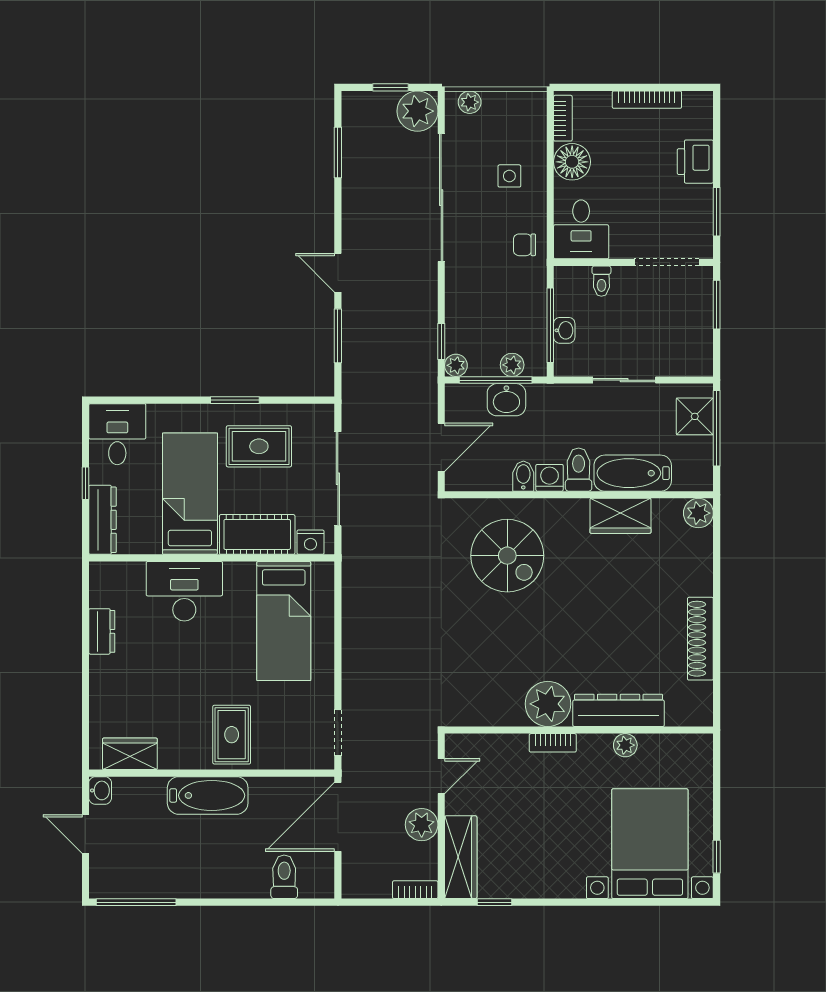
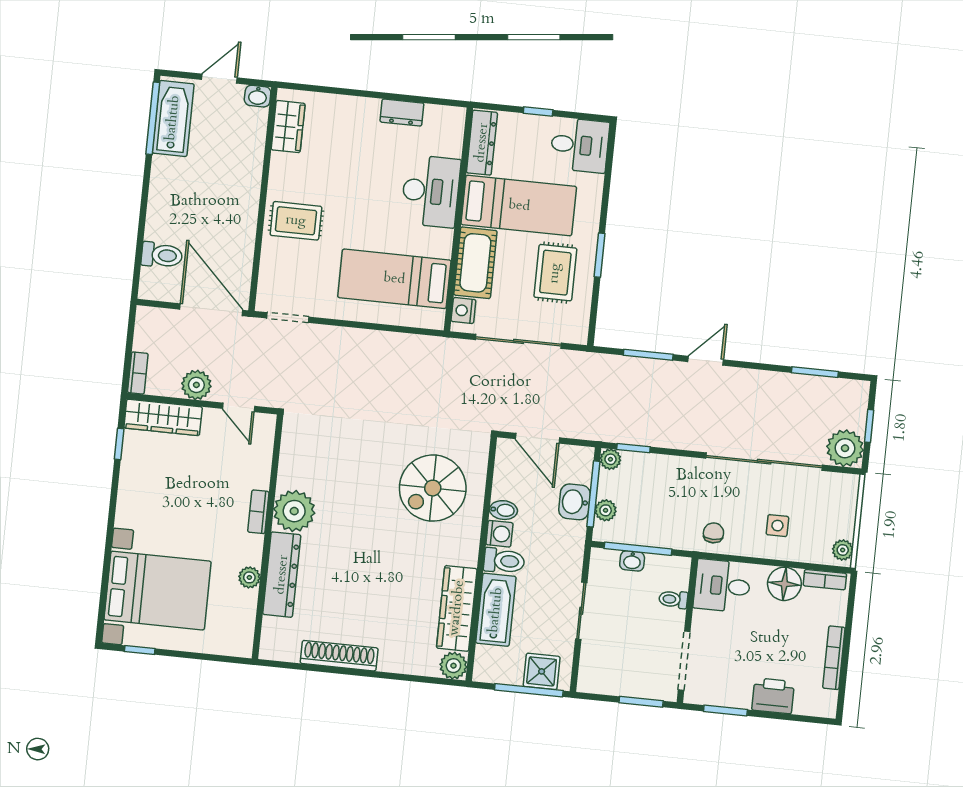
plant: (470, 102) -> (843, 550), moved
wardrobe: (620, 516) -> (457, 608), width x1.50
dresser: (102, 520) -> (482, 143), moved, turned -90
bathtub: (208, 795) -> (173, 118), moved, turned 180

